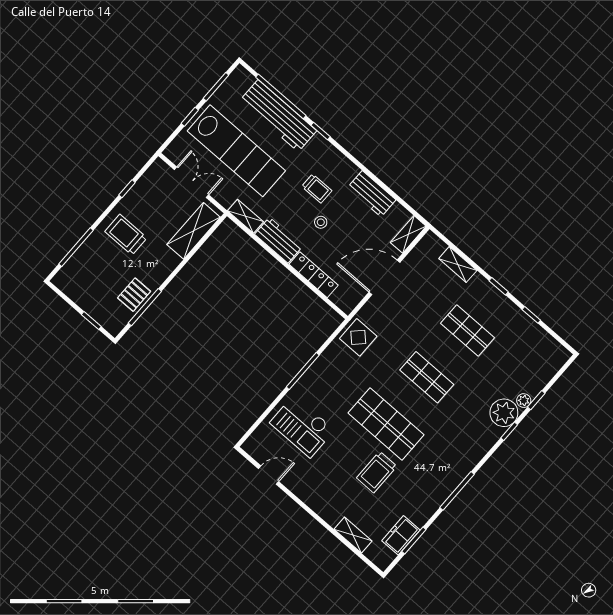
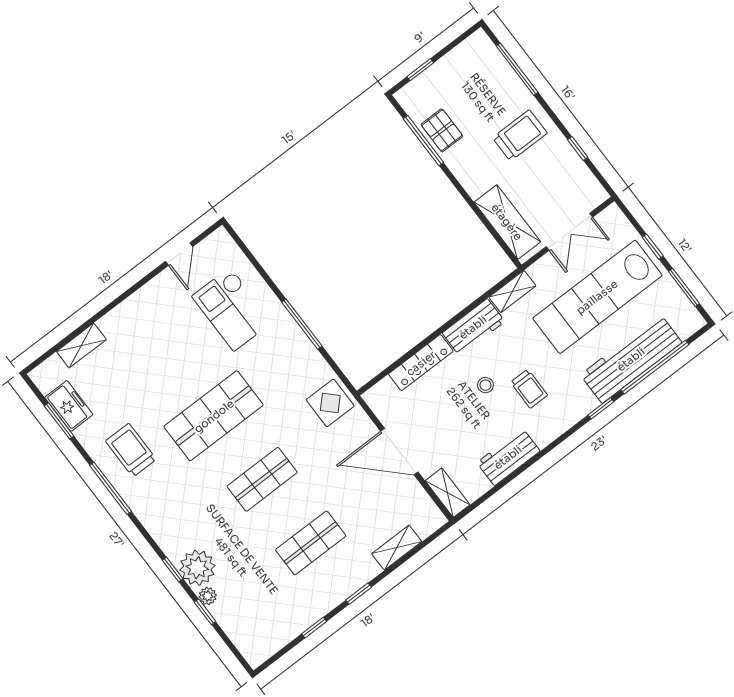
trolley: (317, 189) -> (529, 389), turned -90
door: (385, 277) -> (399, 452), swing flipped
checkout: (302, 426) -> (232, 309), turned -90
trolley: (377, 472) -> (131, 450), moved

